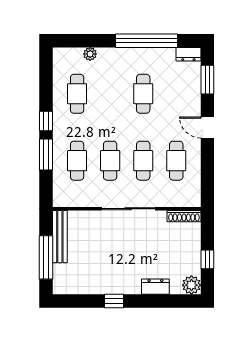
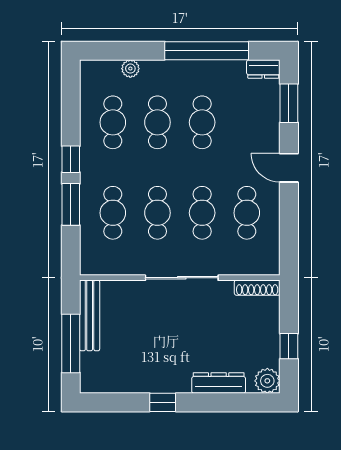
cafe table: (110, 94) -> (157, 122), added
dresser: (155, 287) -> (219, 383), width x1.44

